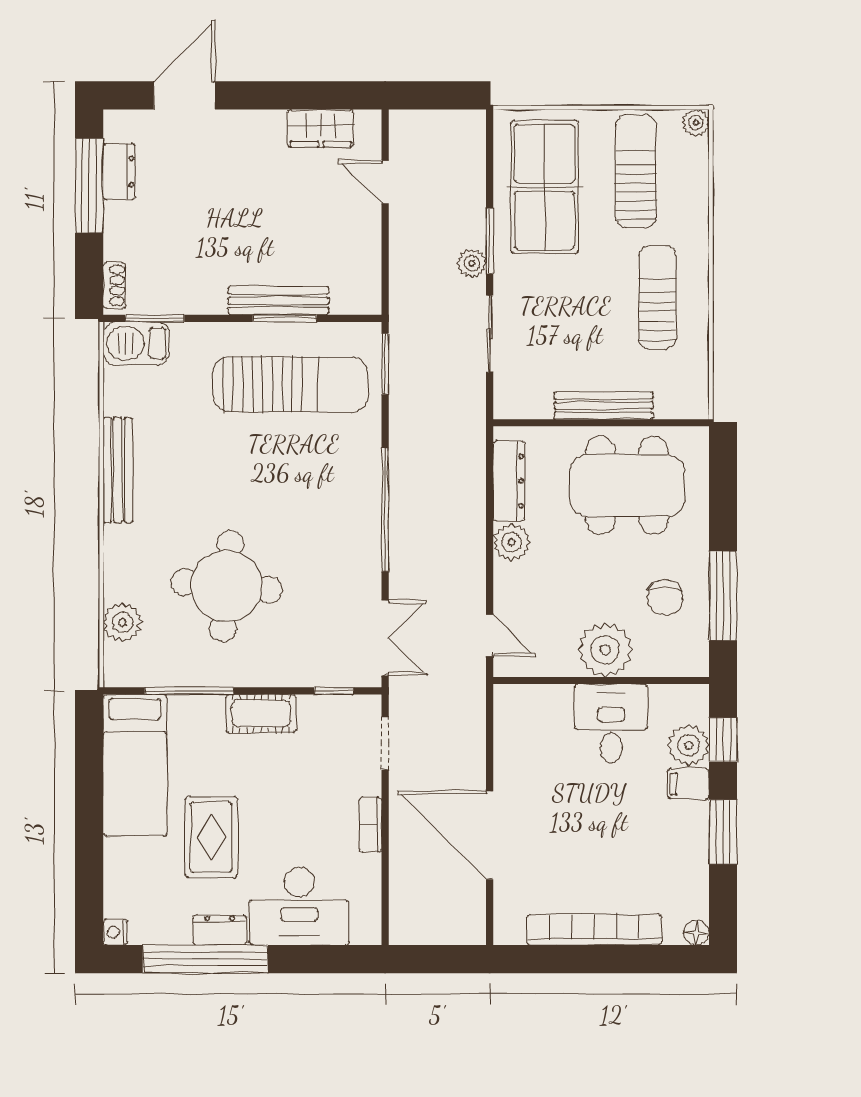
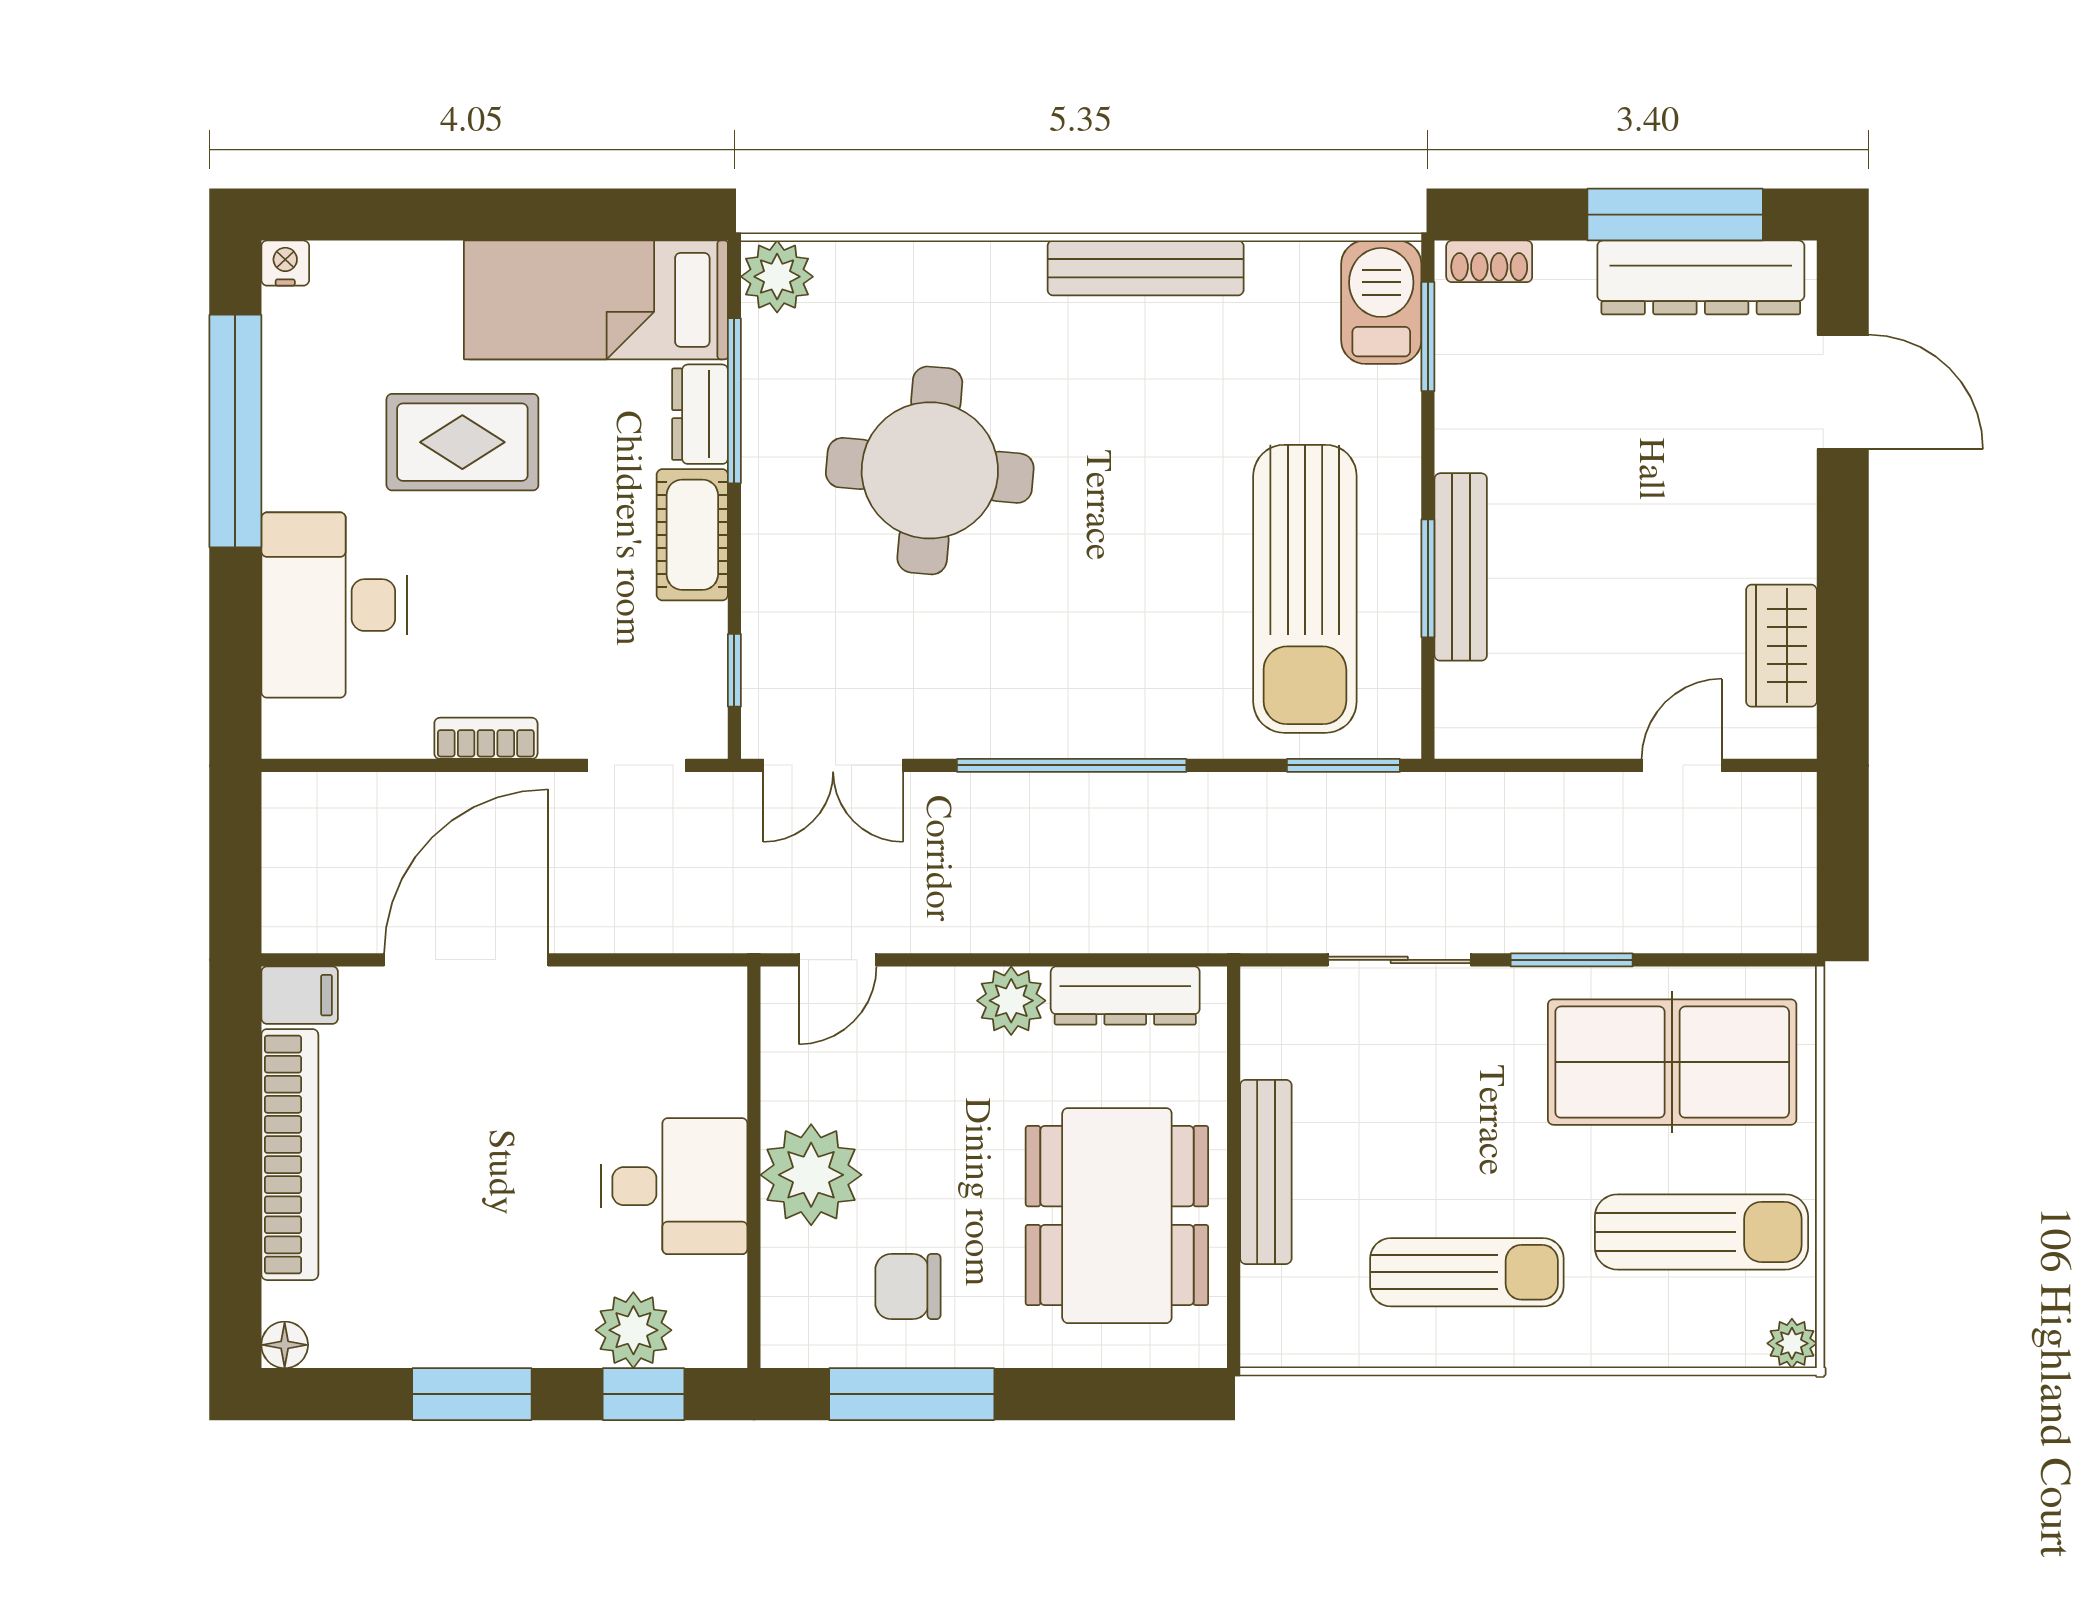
dresser: (119, 172) -> (1701, 277), width x1.96, depth x1.24
plant: (472, 263) -> (1530, 927), removed
plant: (122, 622) -> (777, 277), moved
filing cabinet: (688, 784) -> (300, 995), moved, turned 90
dresser: (220, 930) -> (700, 414), moved, turned 180

